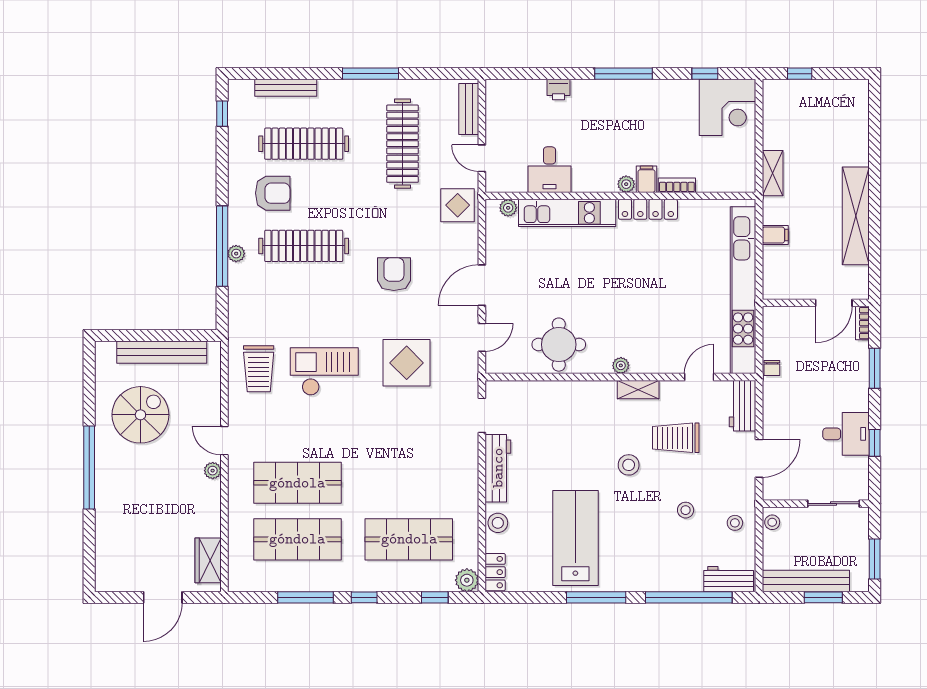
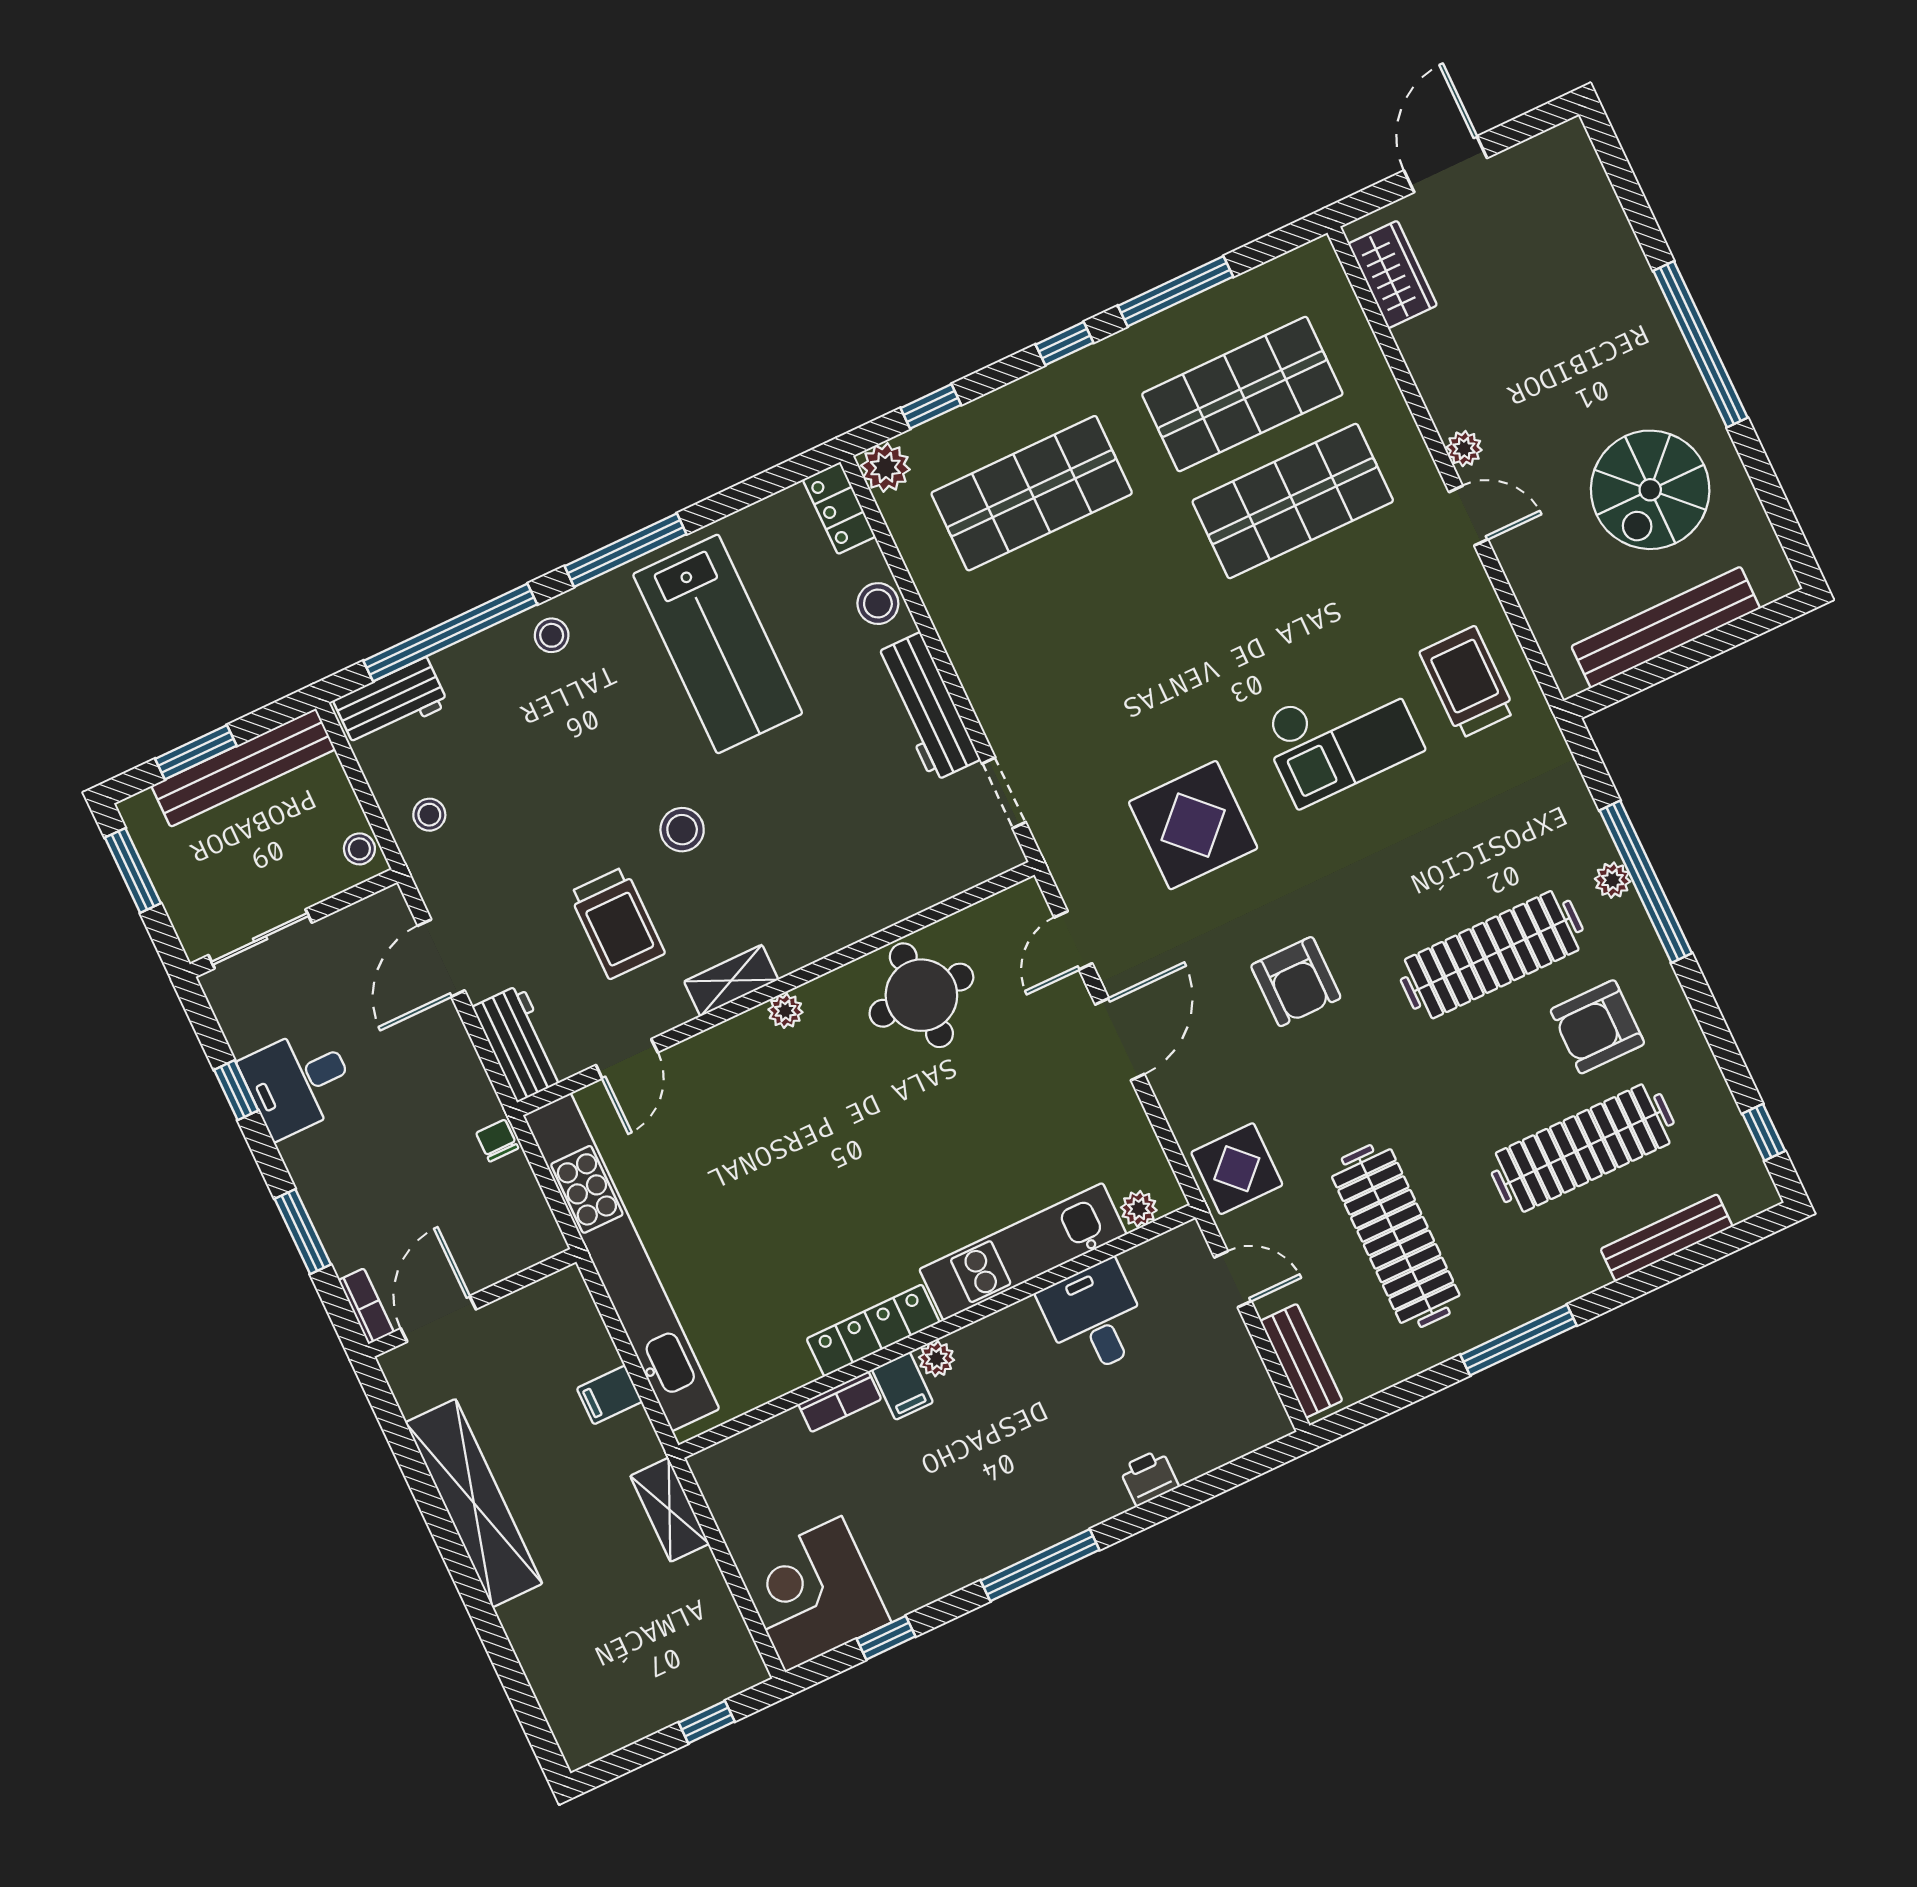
trolley: (676, 438) -> (617, 923), turned 90
stool: (686, 510) -> (552, 635), moved

